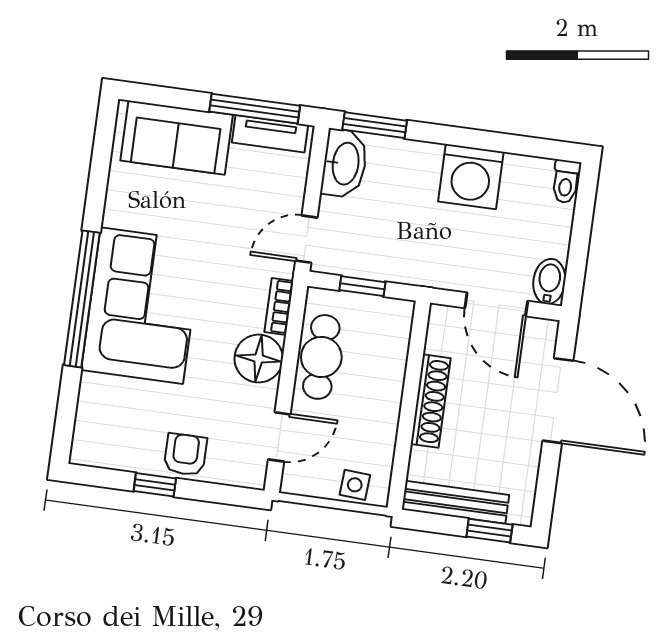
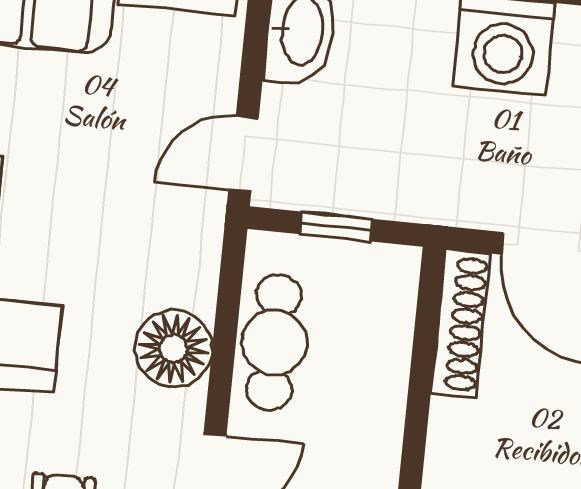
bookcase: (279, 306) -> (203, 264), removed
shoe rack: (431, 401) -> (460, 324), moved

